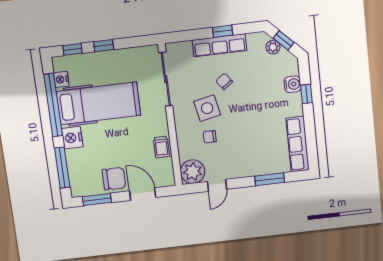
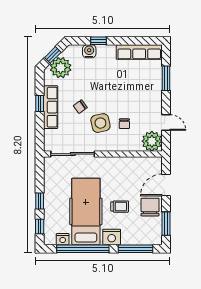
plant: (273, 47) -> (61, 68), width x1.88, depth x1.88
trolley: (161, 147) -> (120, 207), moved

